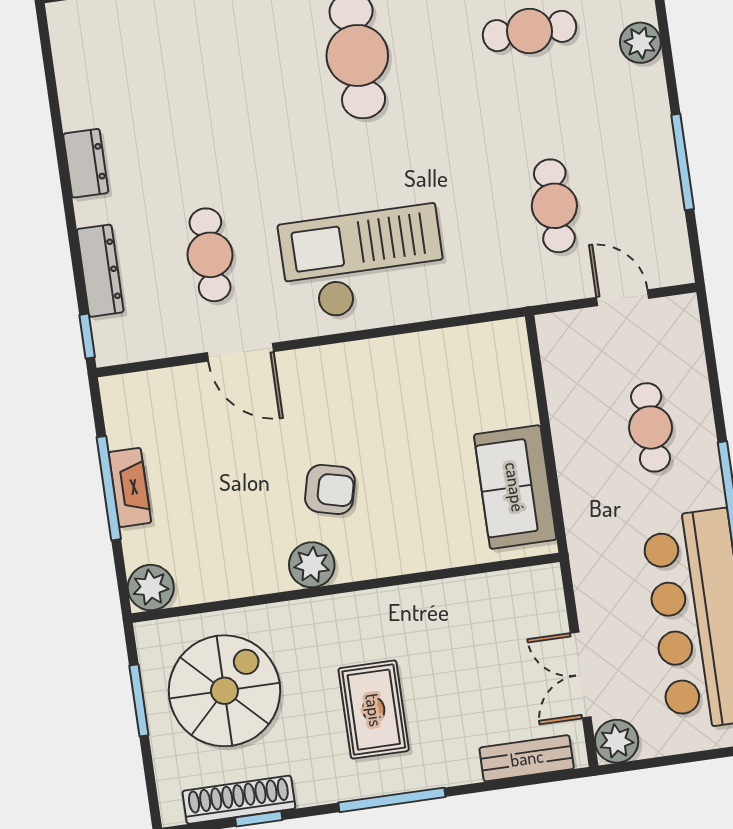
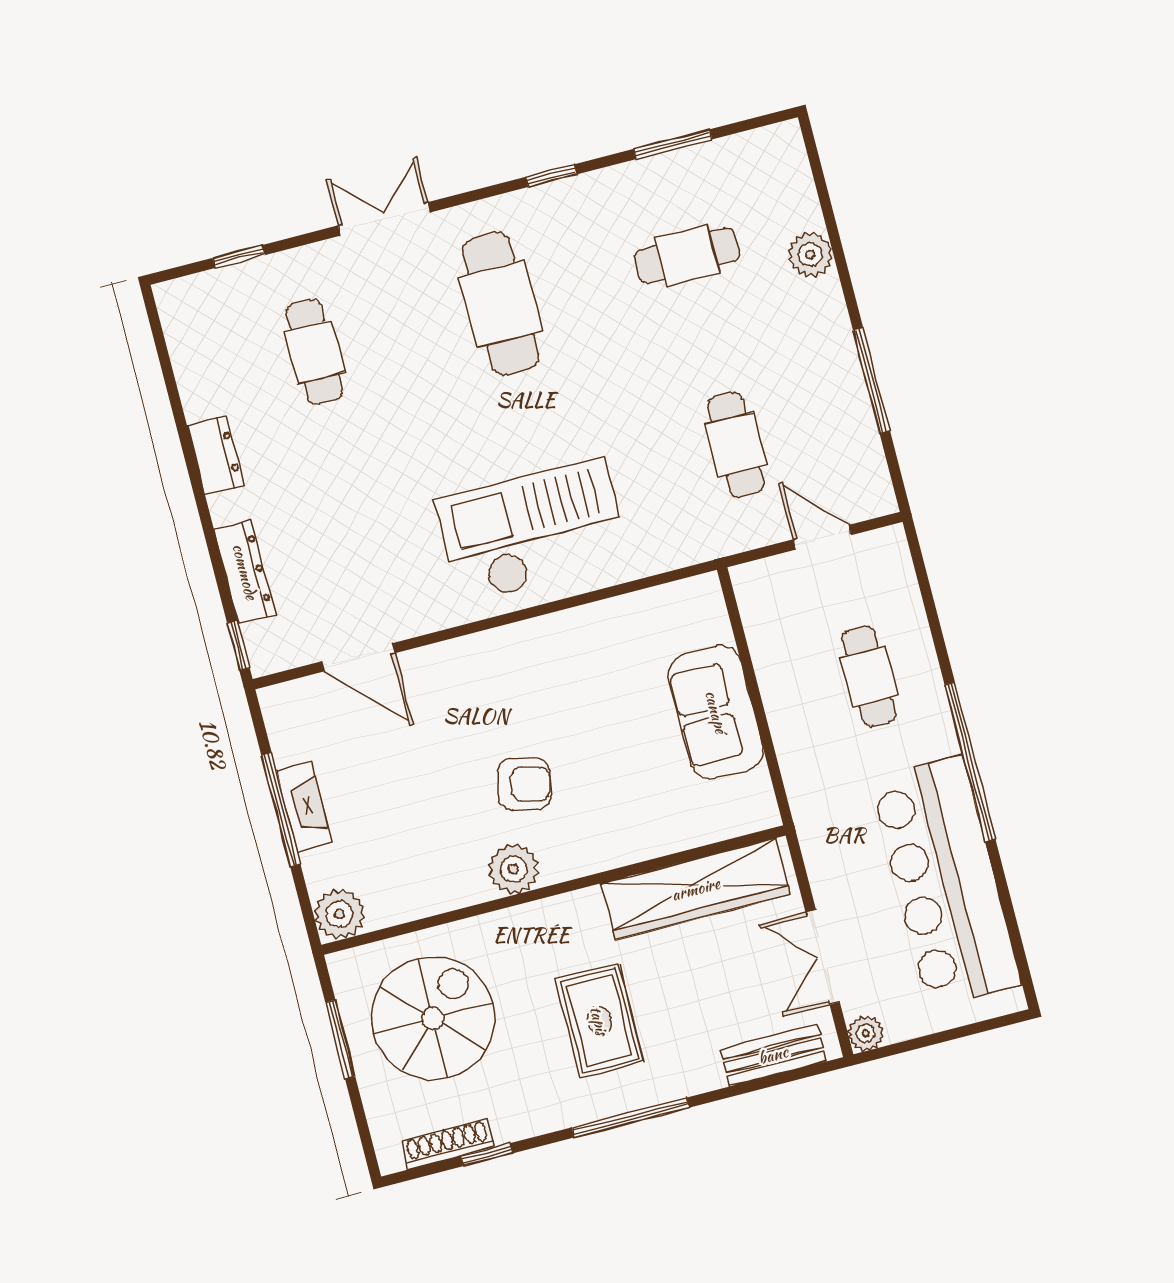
cafe table: (210, 255) -> (315, 352), moved
door: (240, 352) -> (358, 657), moved
sofa: (515, 487) -> (716, 712), moved
wardrobe: (473, 601) -> (696, 889), added
plant: (617, 741) -> (866, 1033), width x0.73, depth x0.73
shoe rack: (239, 800) -> (448, 1144), width x0.74, depth x0.81

